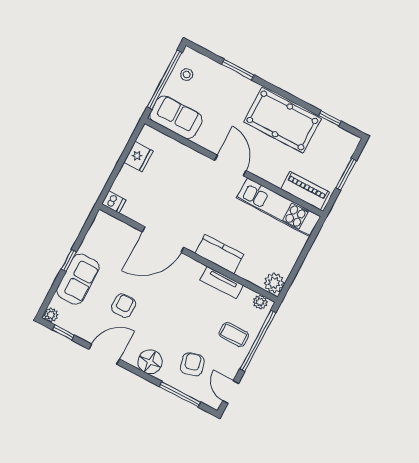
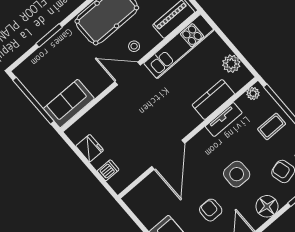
stool: (187, 74) -> (134, 46), moved
dishwasher: (114, 202) -> (108, 170), moved
kitchen counter: (219, 254) -> (213, 99), moved
plant: (274, 283) -> (231, 64), moved
side table: (171, 318) -> (237, 174), added

